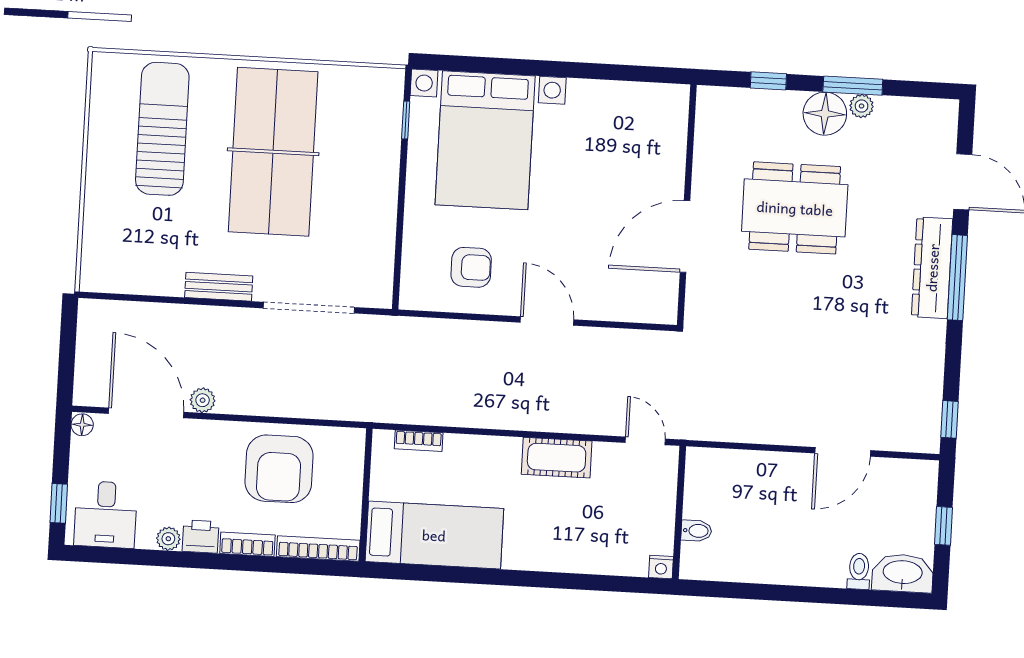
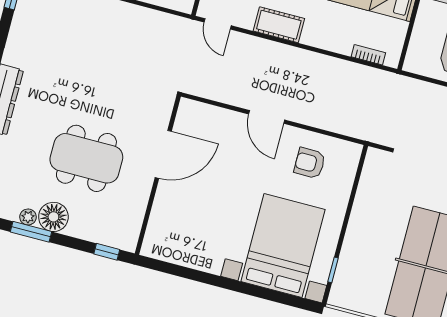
window: (768, 81) -> (107, 252), moved

